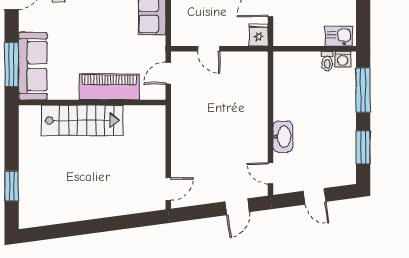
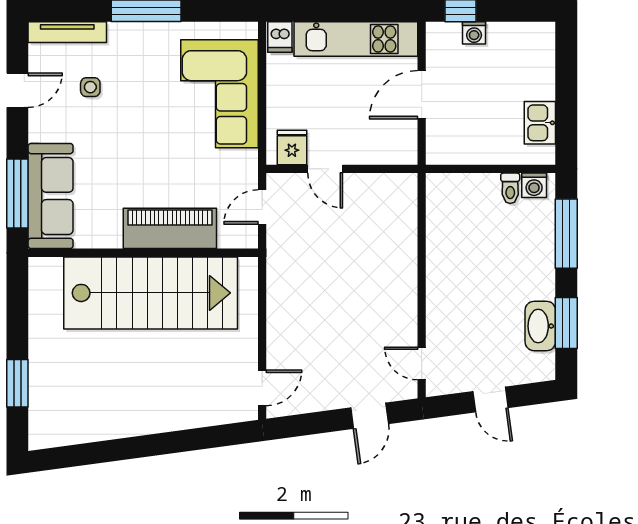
fridge: (259, 35) -> (292, 147), moved
kitchen sink: (339, 36) -> (540, 123), moved, turned -90
stairs: (82, 120) -> (151, 293), width x1.36, depth x1.51
washbasin: (283, 137) -> (540, 326), moved, turned 180

